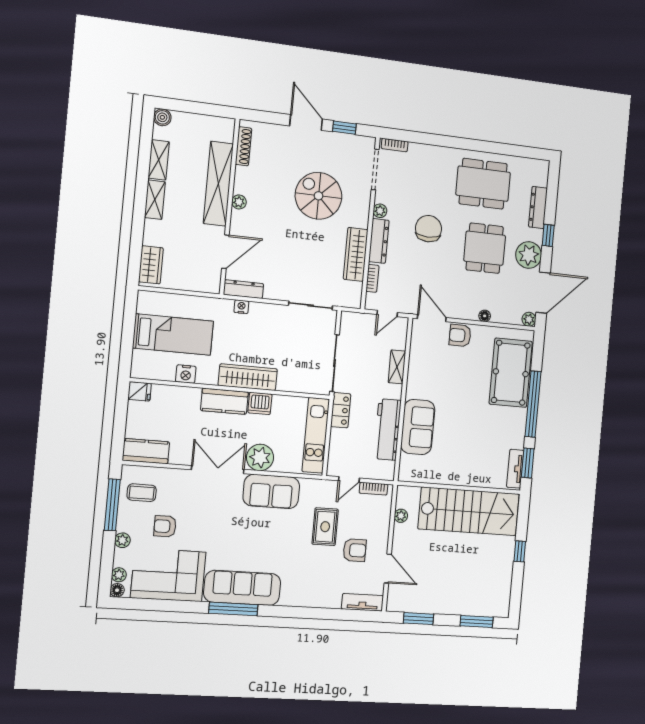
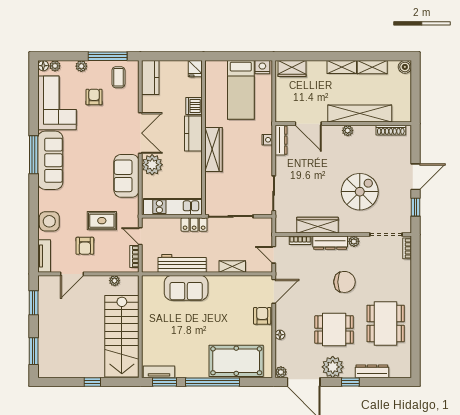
nightstand: (186, 374) -> (262, 67), moved, turned 90
dishwasher: (260, 403) -> (194, 106), moved
side table: (320, 593) -> (49, 221), added

